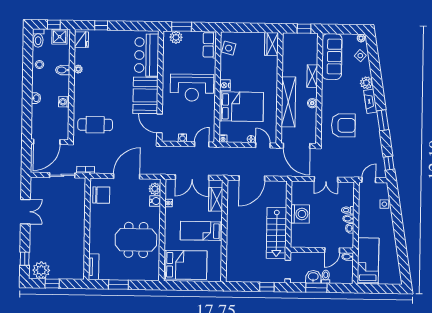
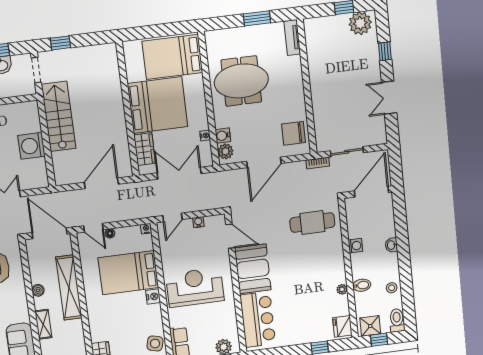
bed: (201, 231) -> (158, 105), width x2.04
window: (25, 259) -> (385, 51), moved

